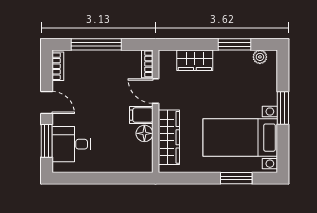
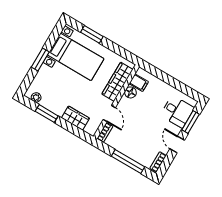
filing cabinet: (141, 115) -> (139, 83), moved

